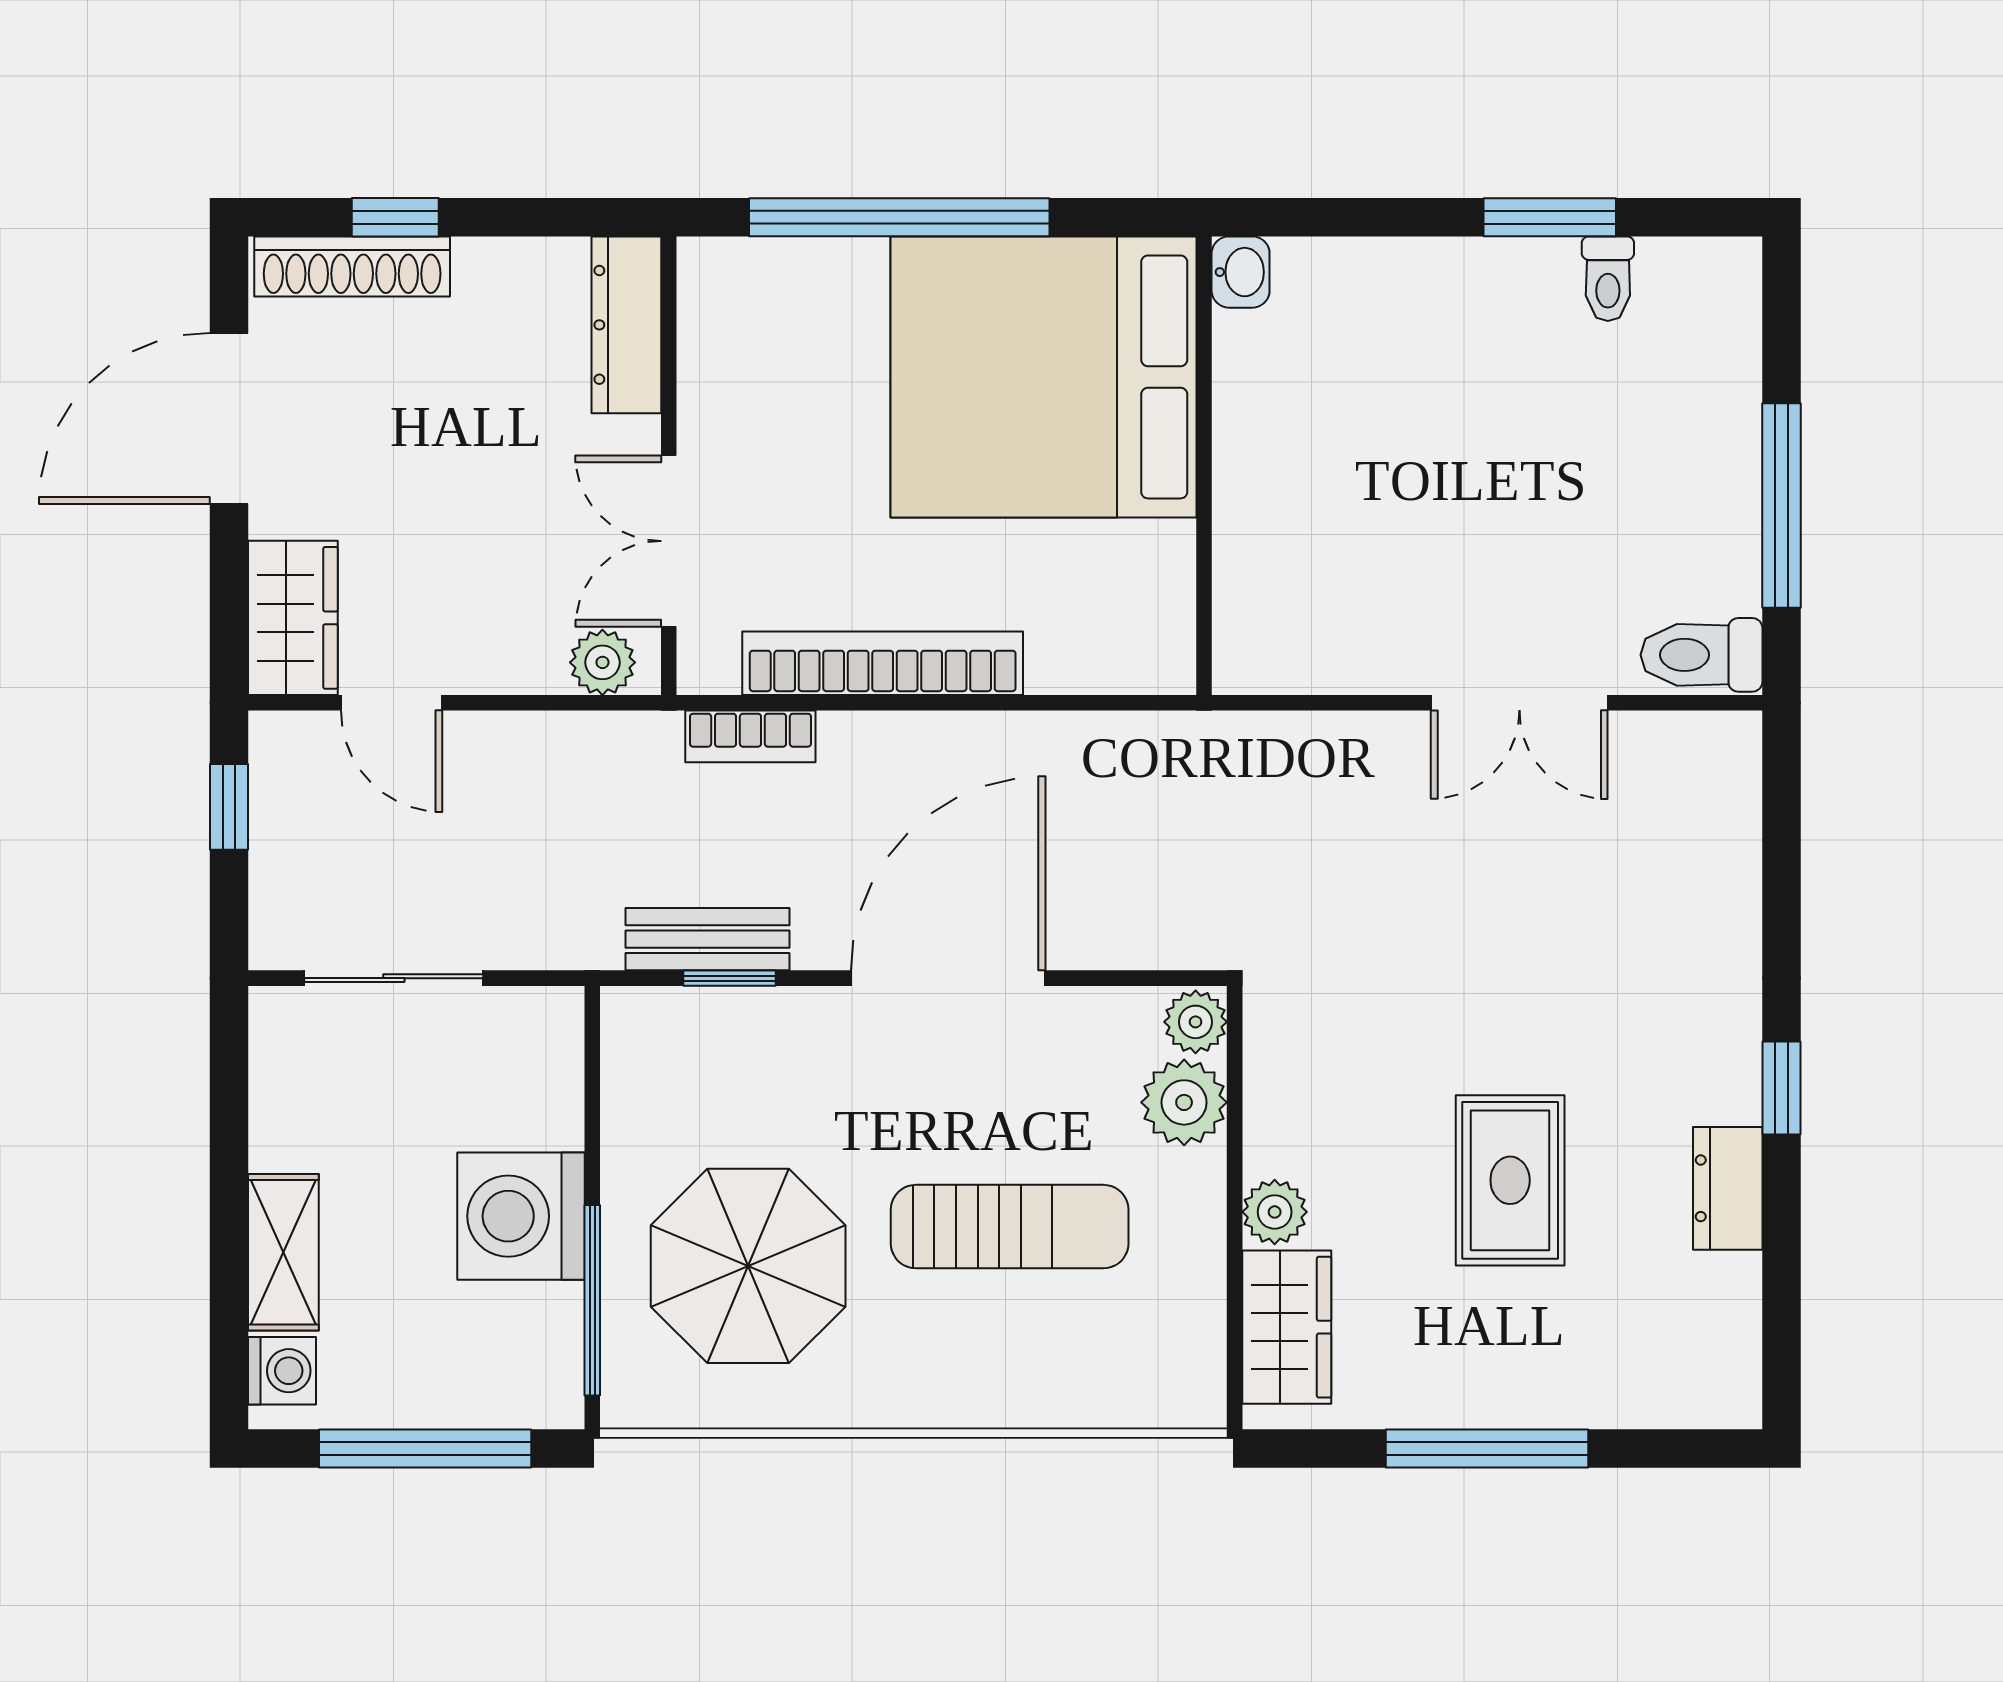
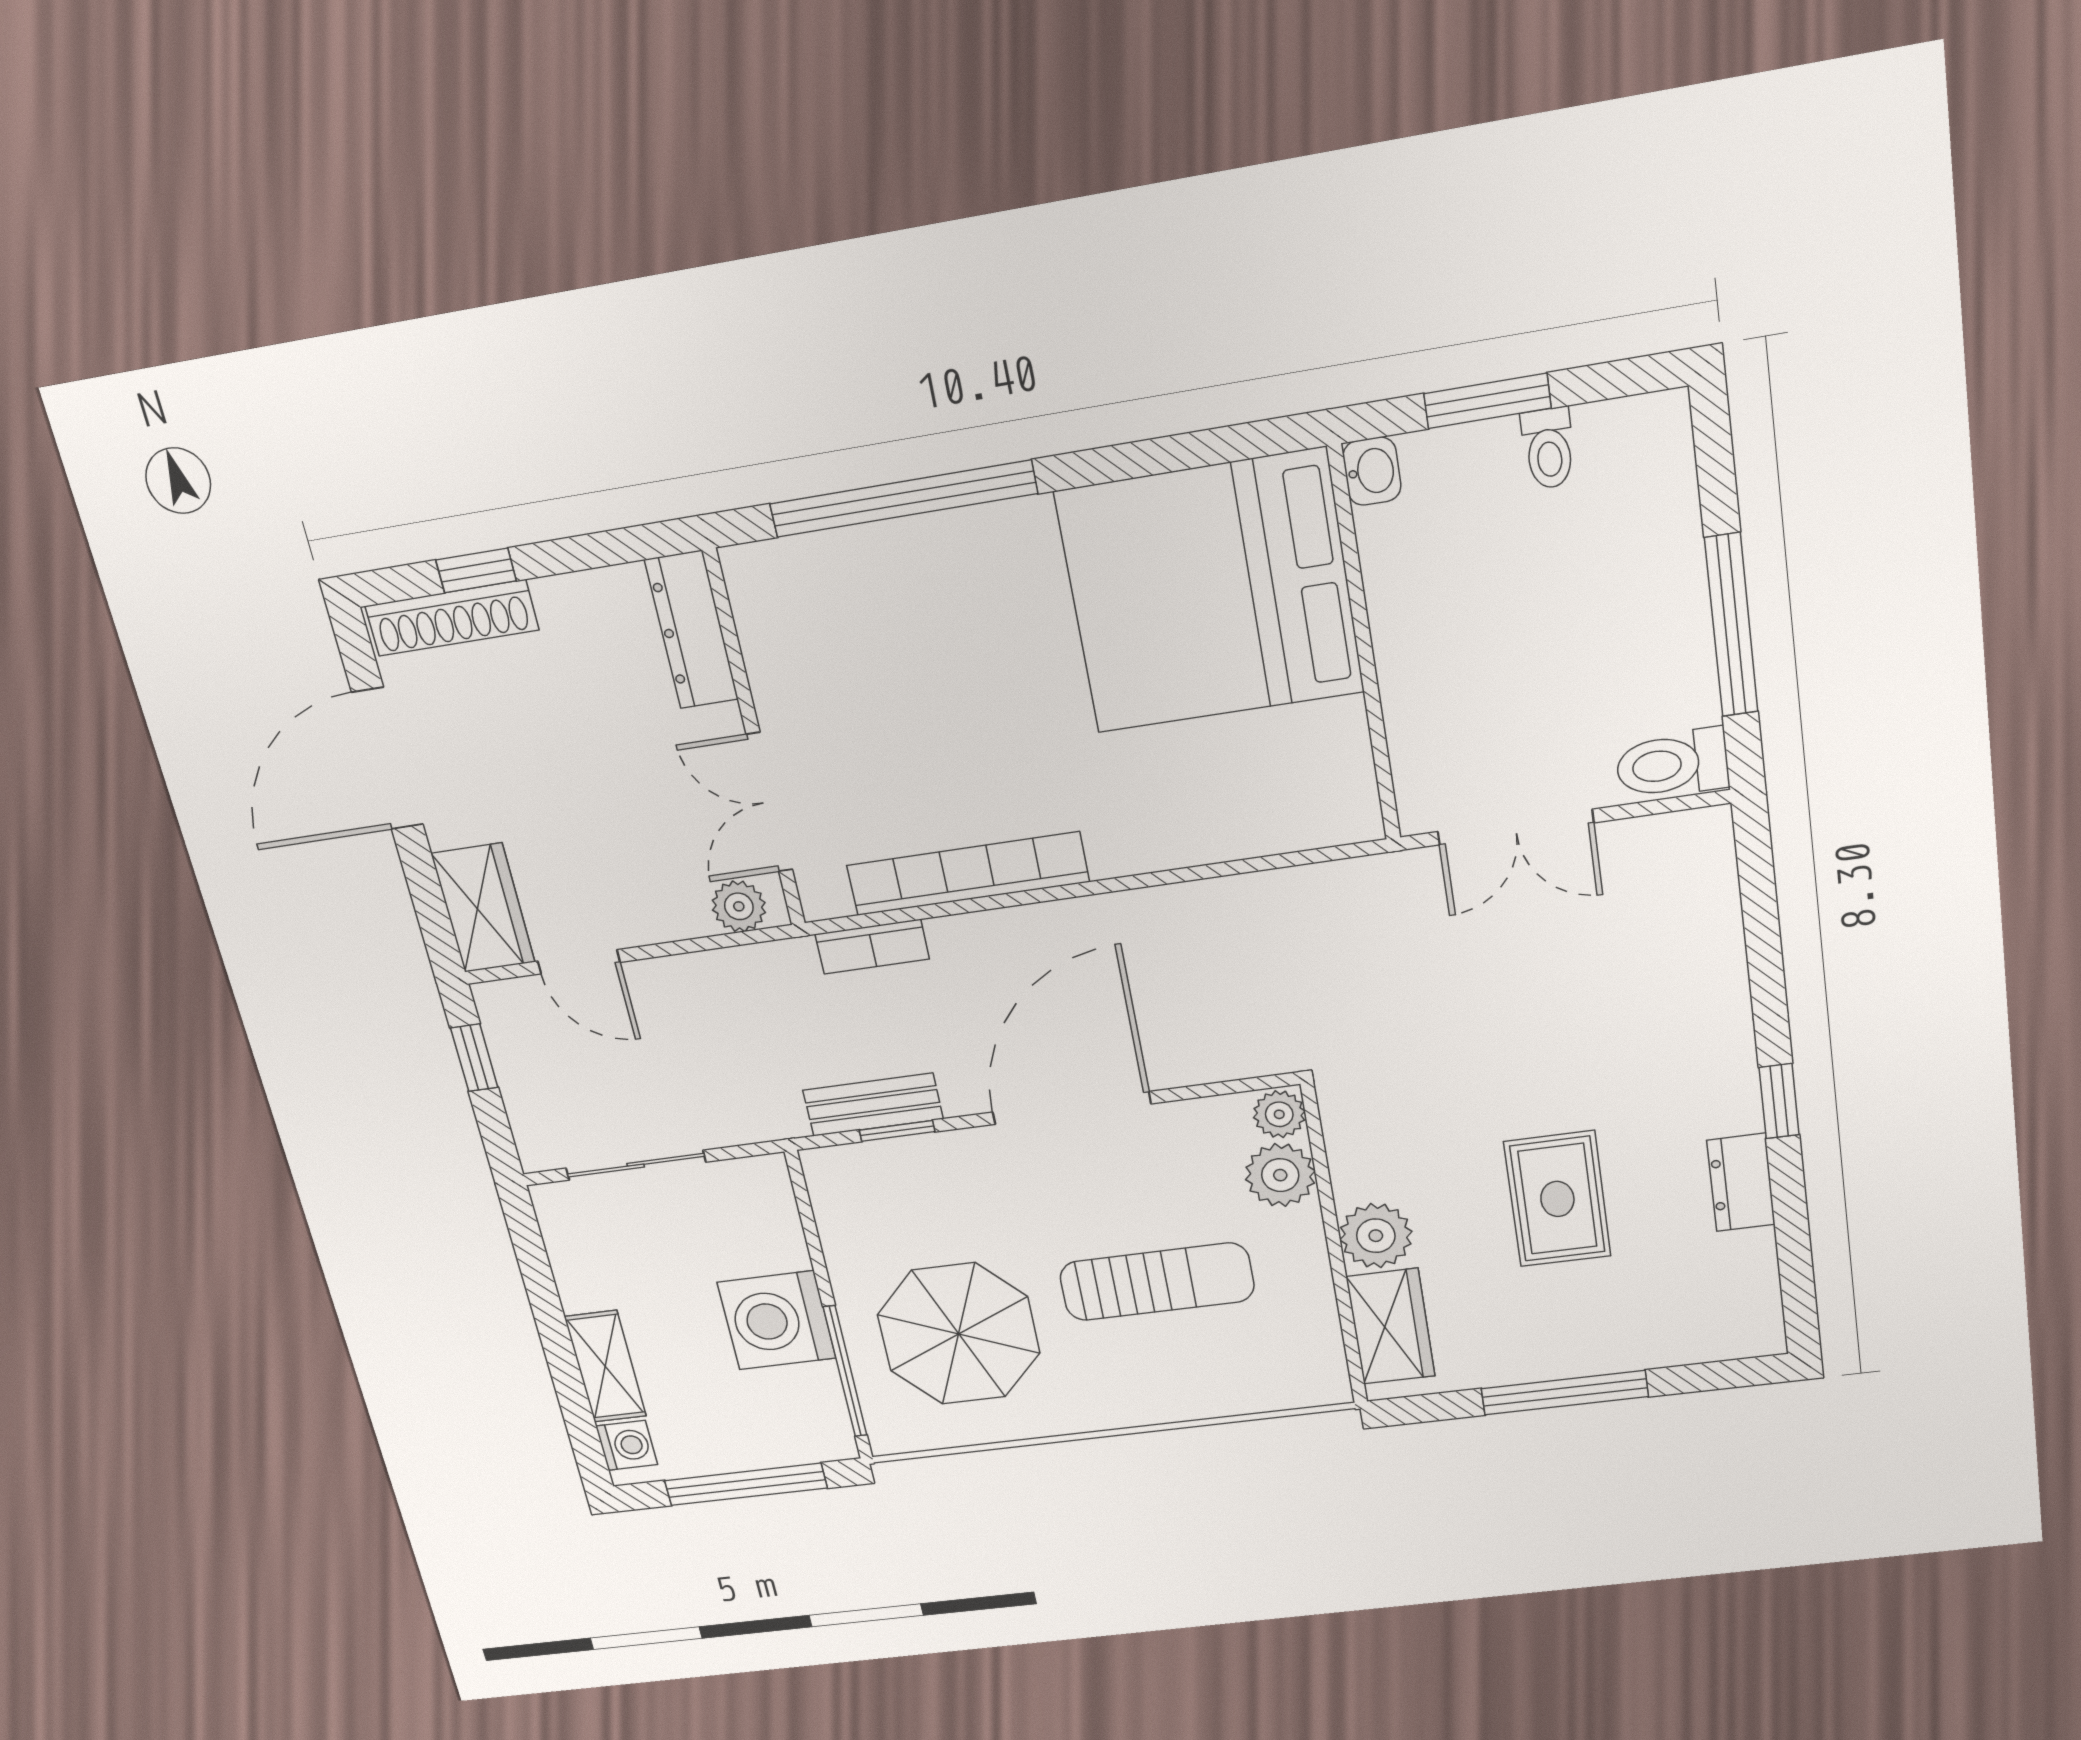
washbasin: (1241, 272) -> (1372, 471), moved
bed: (1044, 377) -> (1210, 593), moved
wall: (1204, 466) -> (1364, 647), moved
plant: (1275, 1212) -> (1376, 1236), width x1.38, depth x1.38

